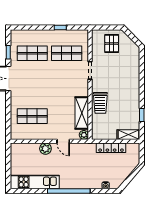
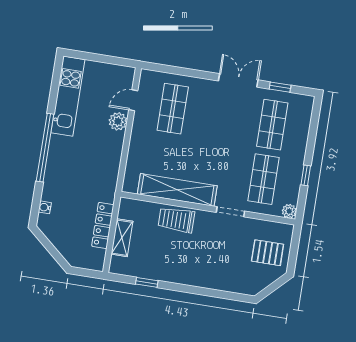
shelving: (82, 113) -> (177, 190), width x1.47
plant: (84, 135) -> (289, 211), moved
shelving: (128, 135) -> (122, 238), moved
door: (63, 141) -> (133, 100), moved

